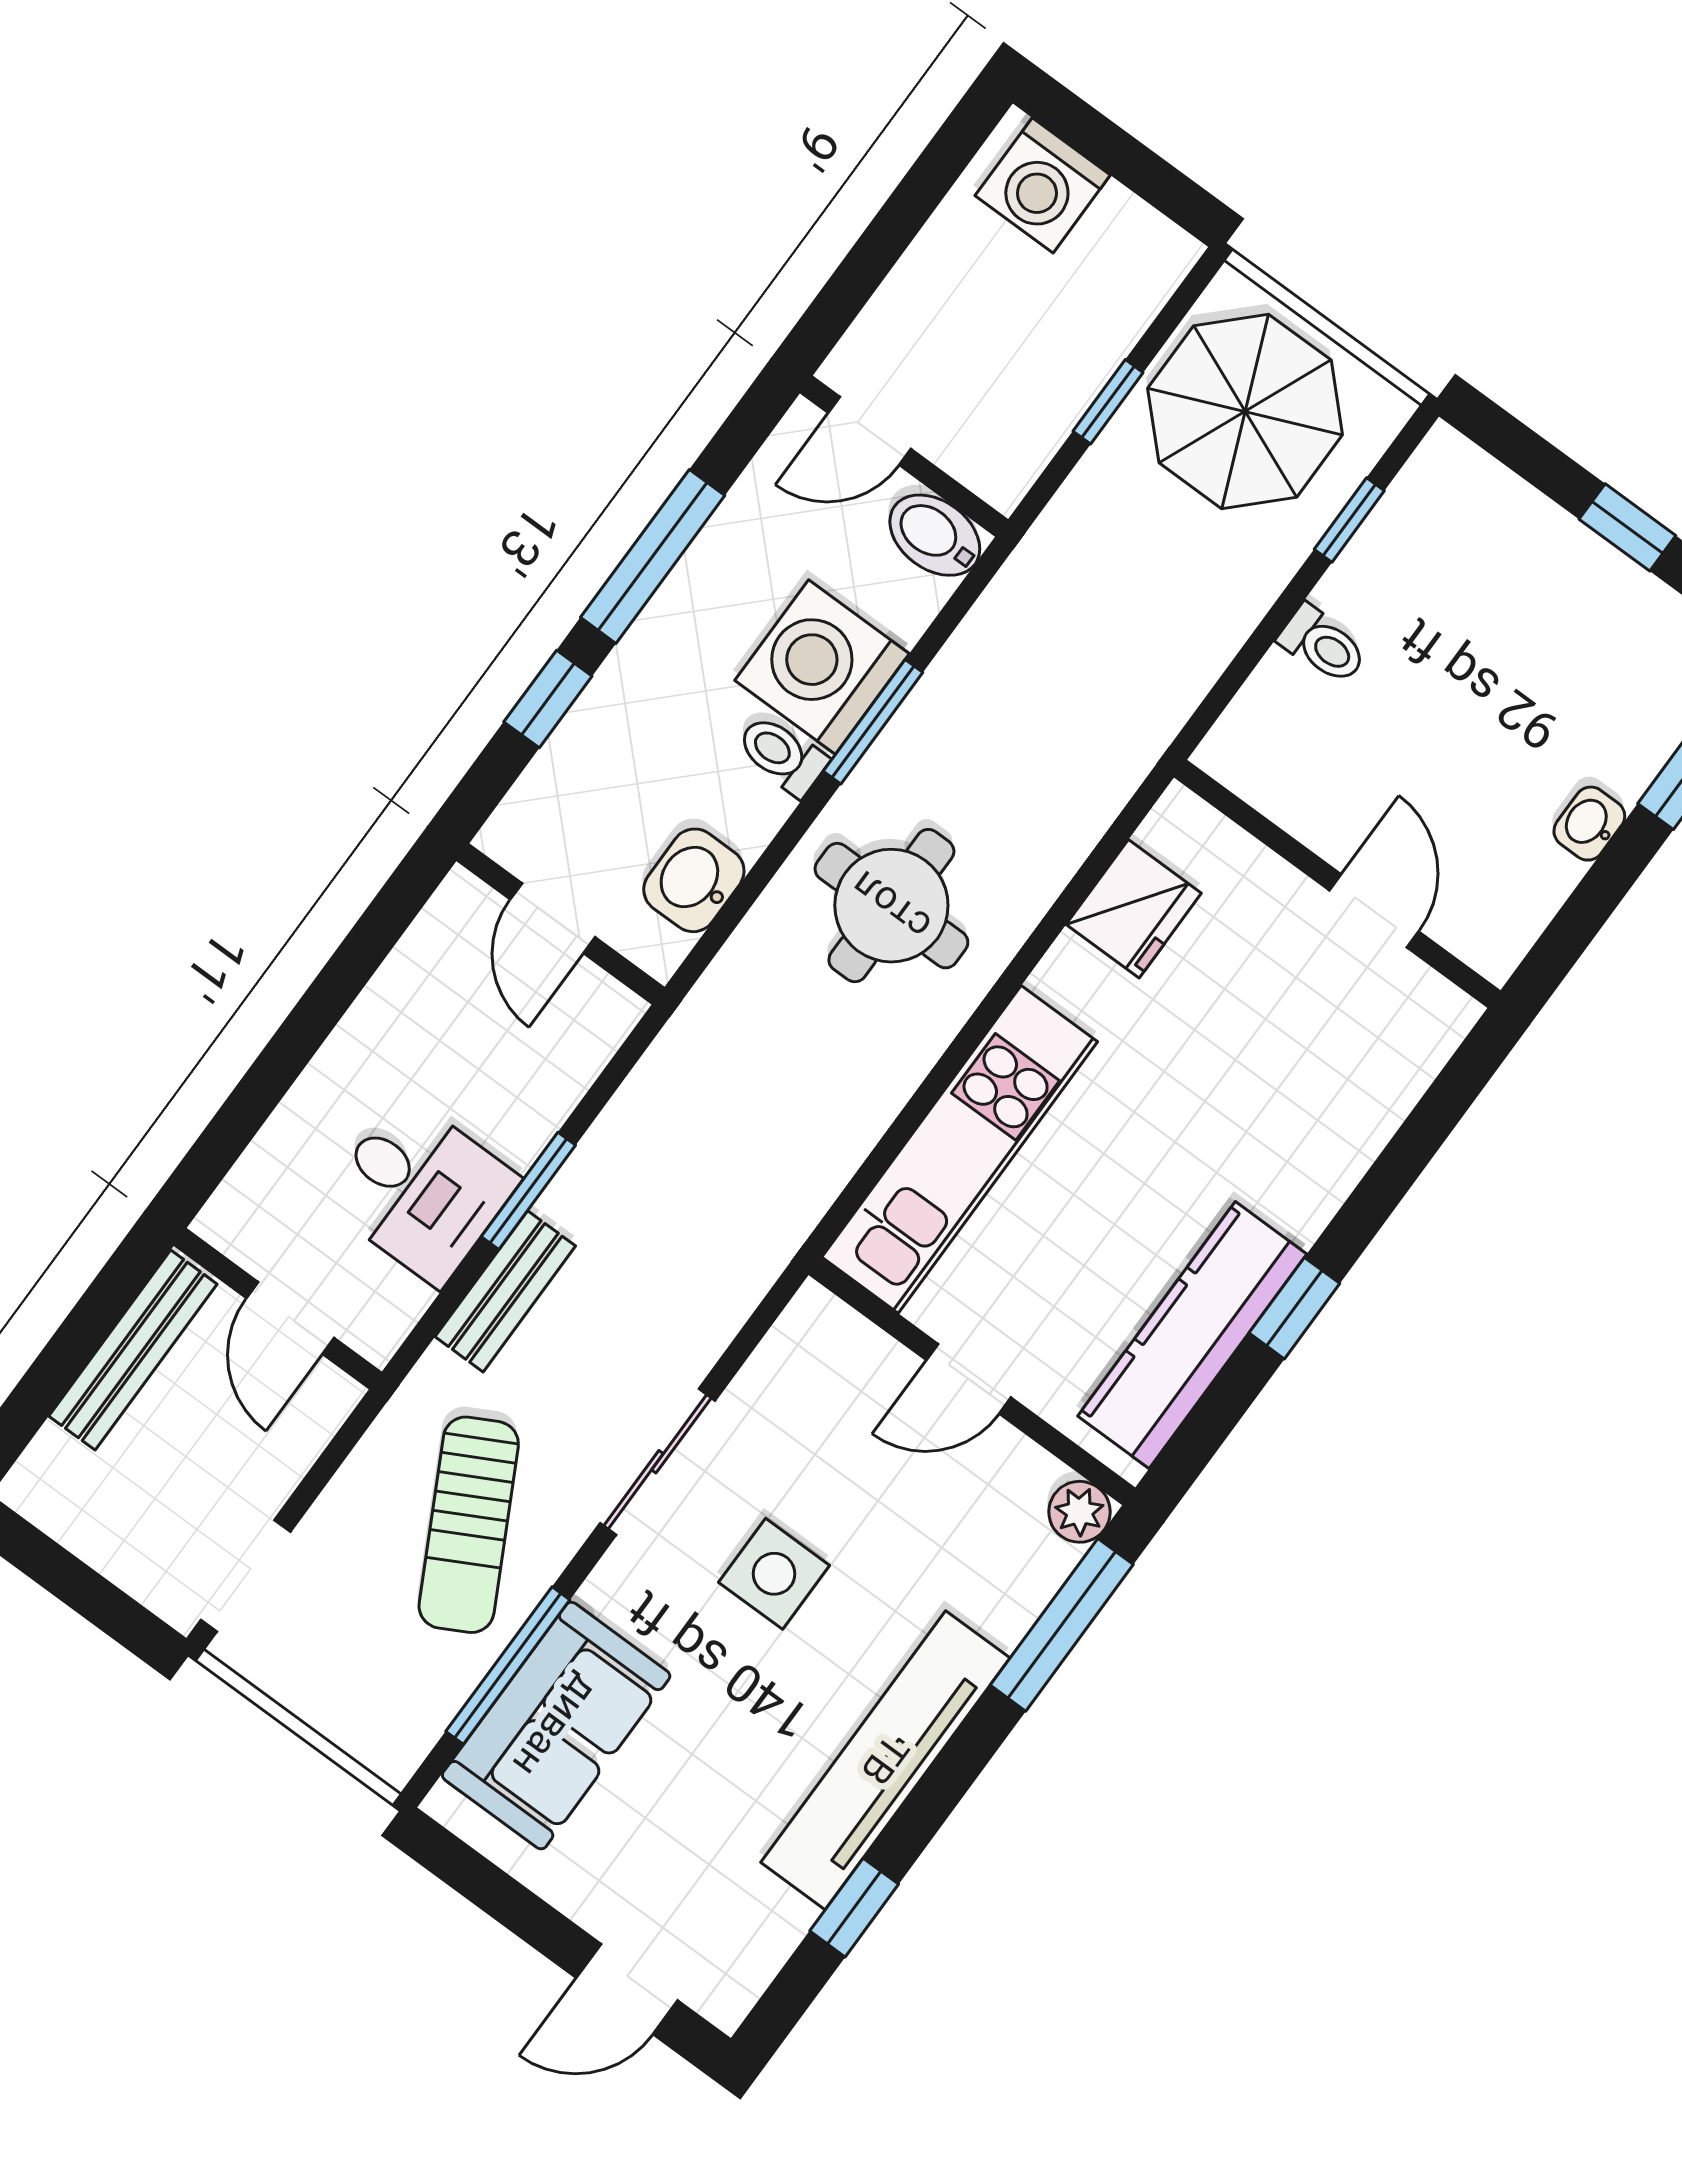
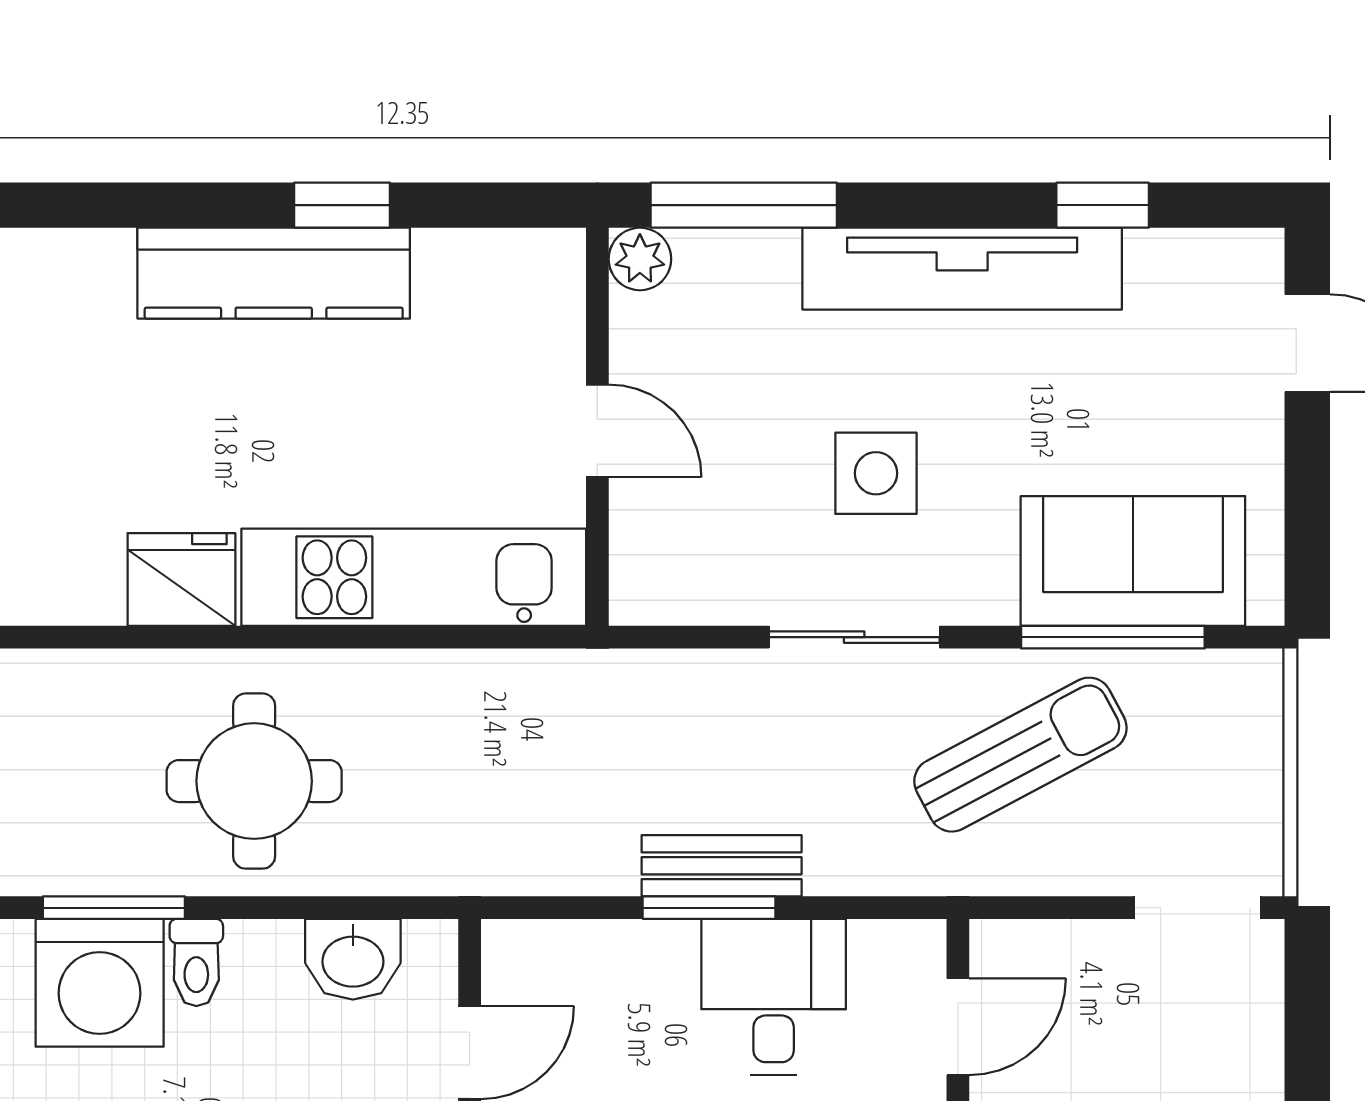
fridge: (1134, 909) -> (181, 579), moved
bench: (505, 1291) -> (722, 866), moved
kitchen counter: (1192, 1335) -> (274, 273), moved

